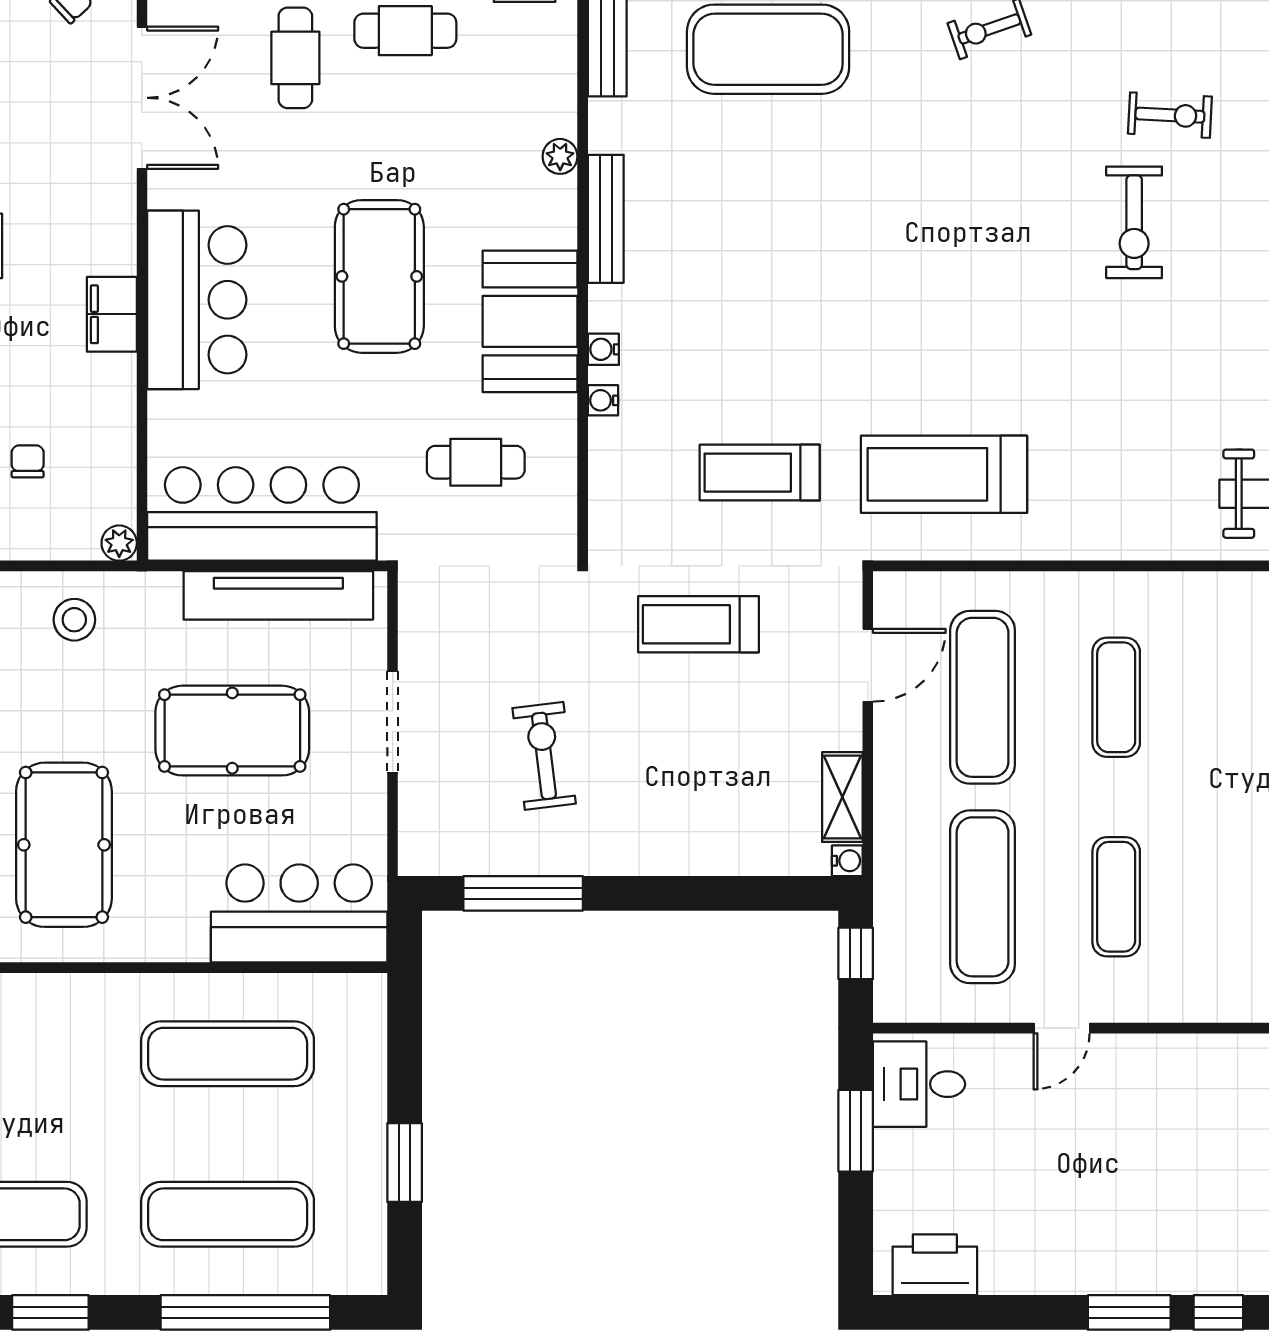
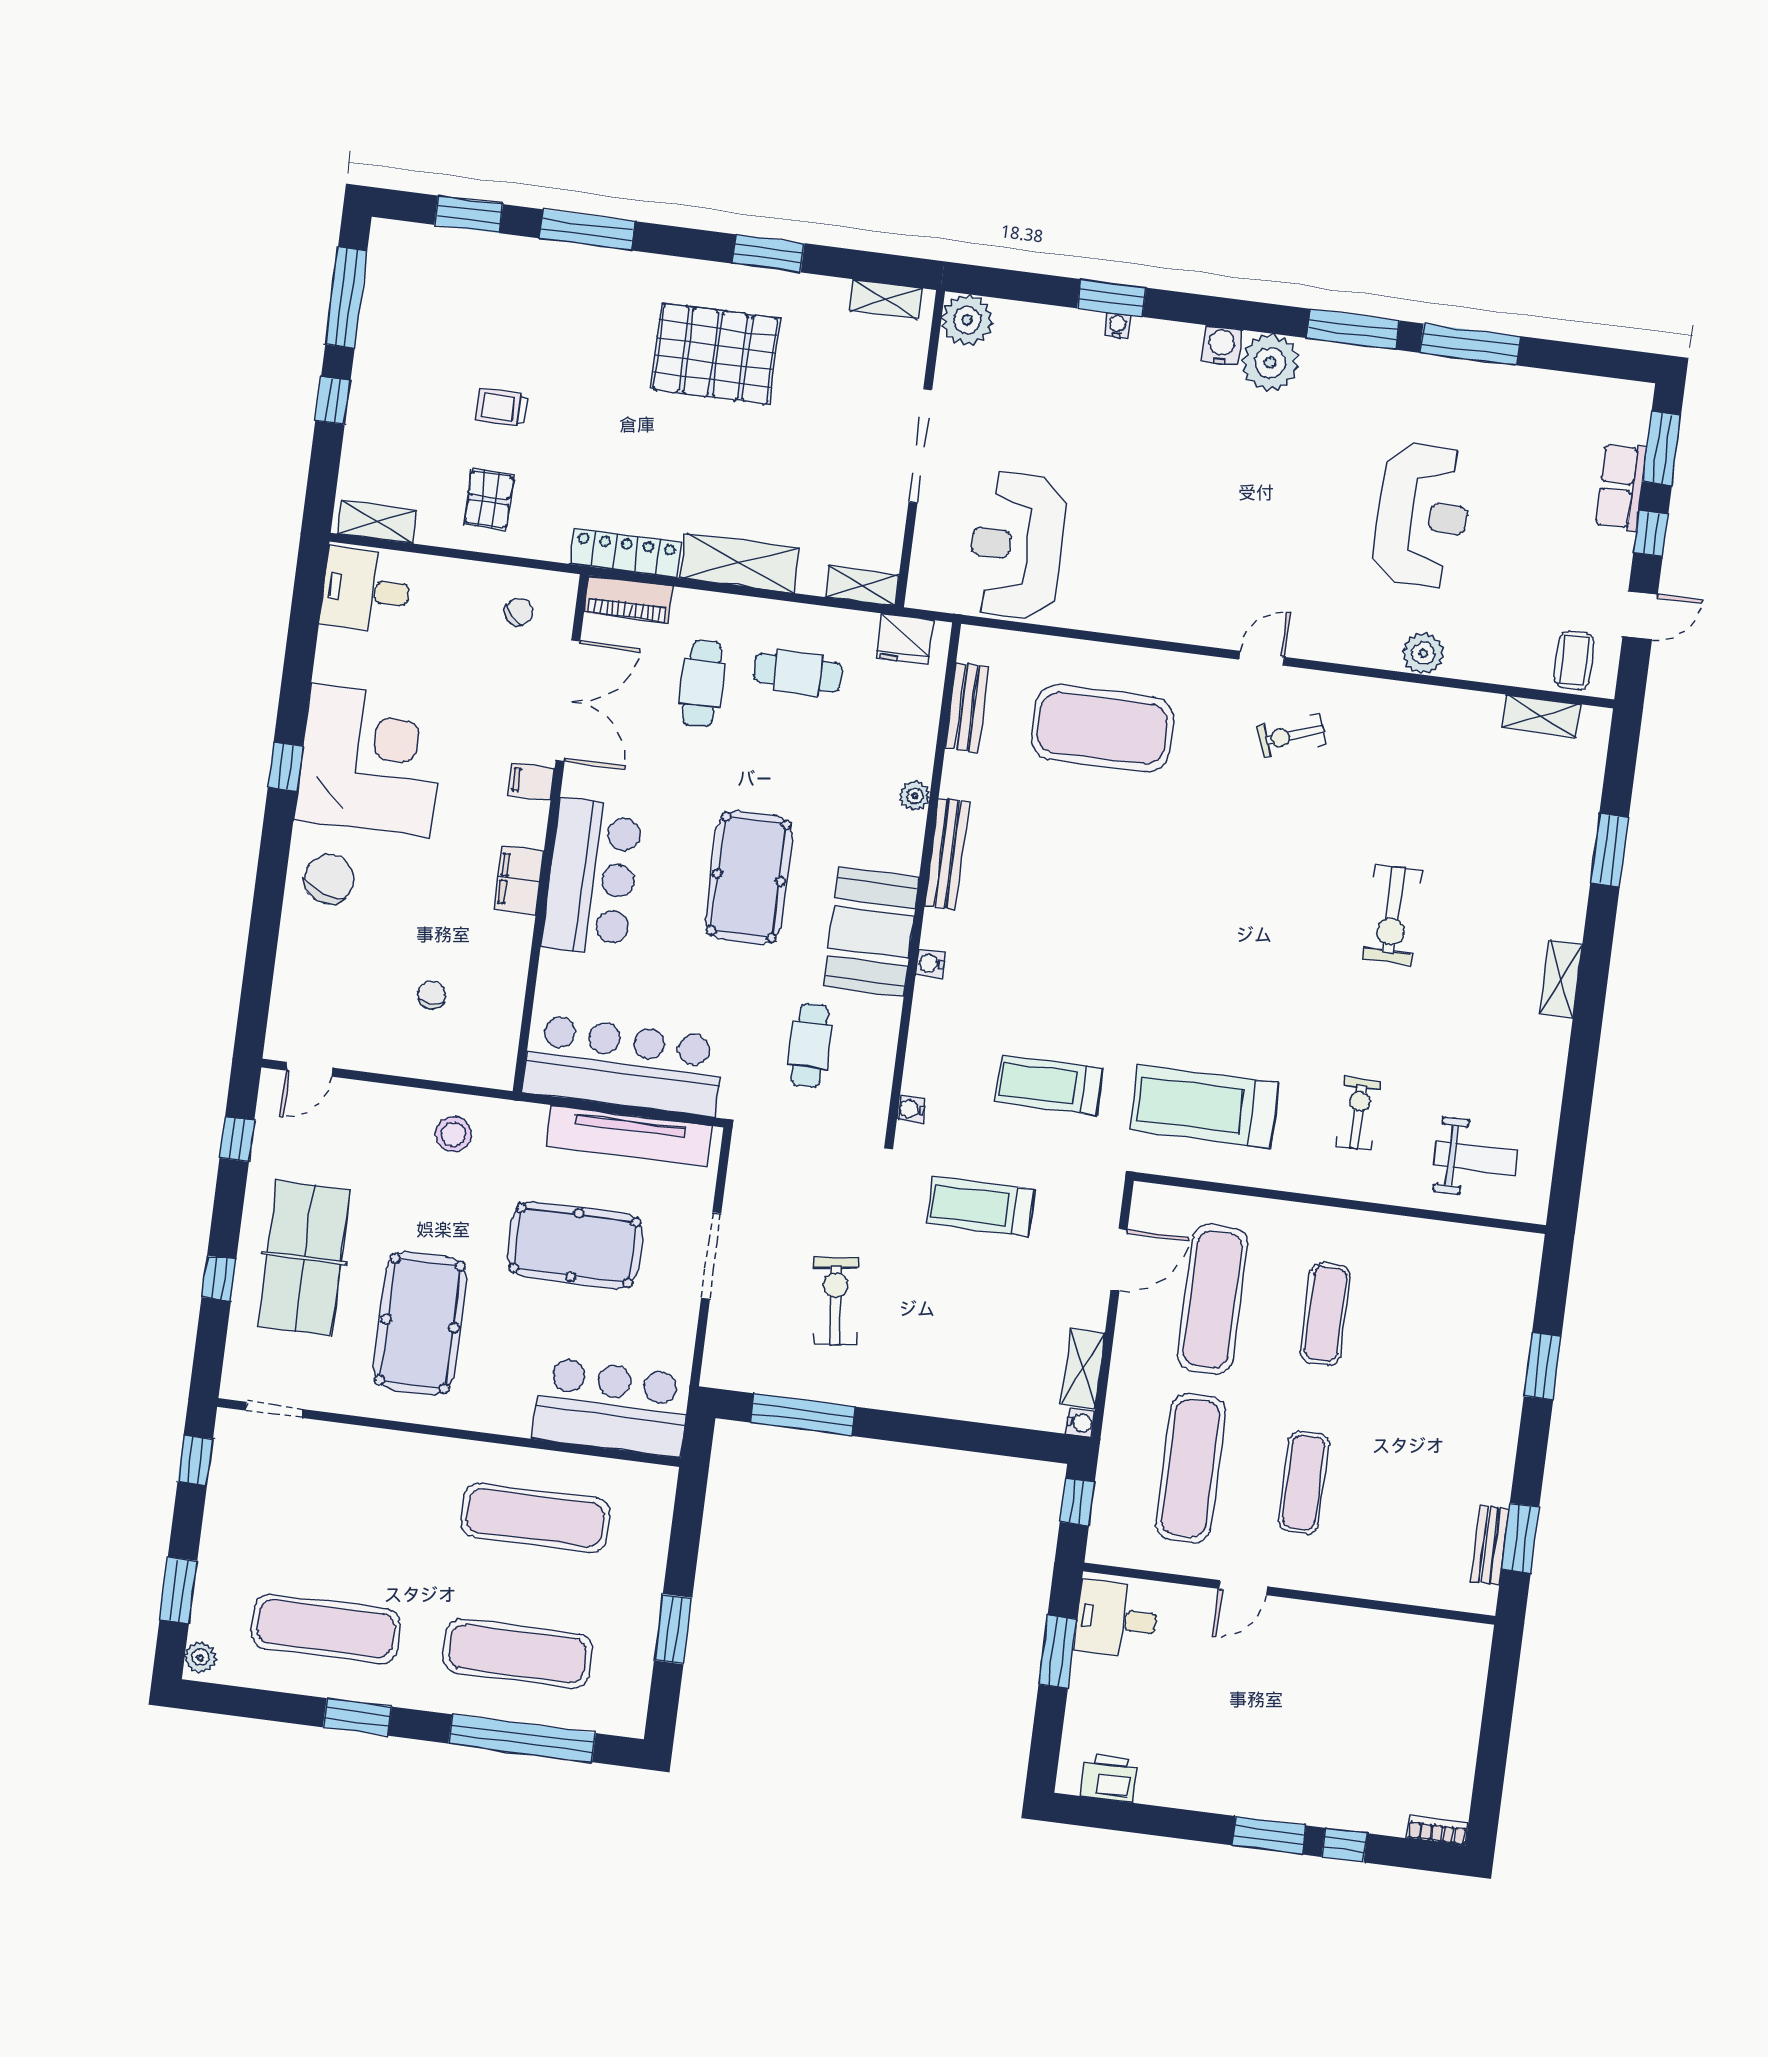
exercise bike: (1170, 115) -> (1358, 1114), moved, turned -93
filing cabinet: (112, 198) -> (531, 782), added
water cooler: (603, 400) -> (911, 1109), moved
cafe table: (476, 462) -> (810, 1045), turned 90
plant: (119, 543) -> (500, 1074), removed
printer: (935, 1265) -> (1109, 1778), width x0.73, depth x0.84

